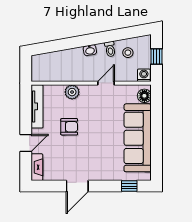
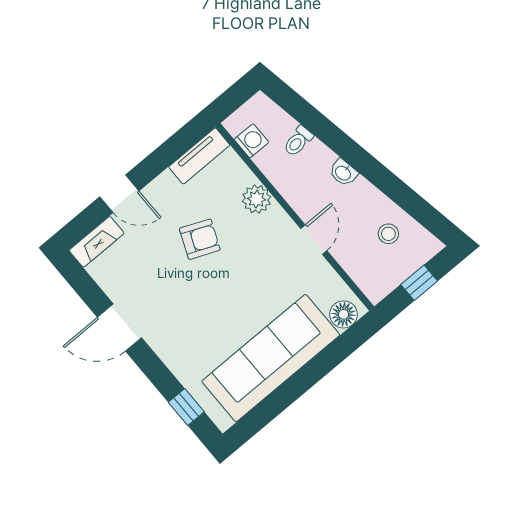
toilet: (110, 49) -> (298, 141), moved
washing machine: (144, 75) -> (251, 141), moved
door: (106, 83) -> (314, 240), hinge flipped
tv unit: (37, 106) -> (199, 156), width x0.71
armchair: (69, 127) -> (200, 239), turned -67

